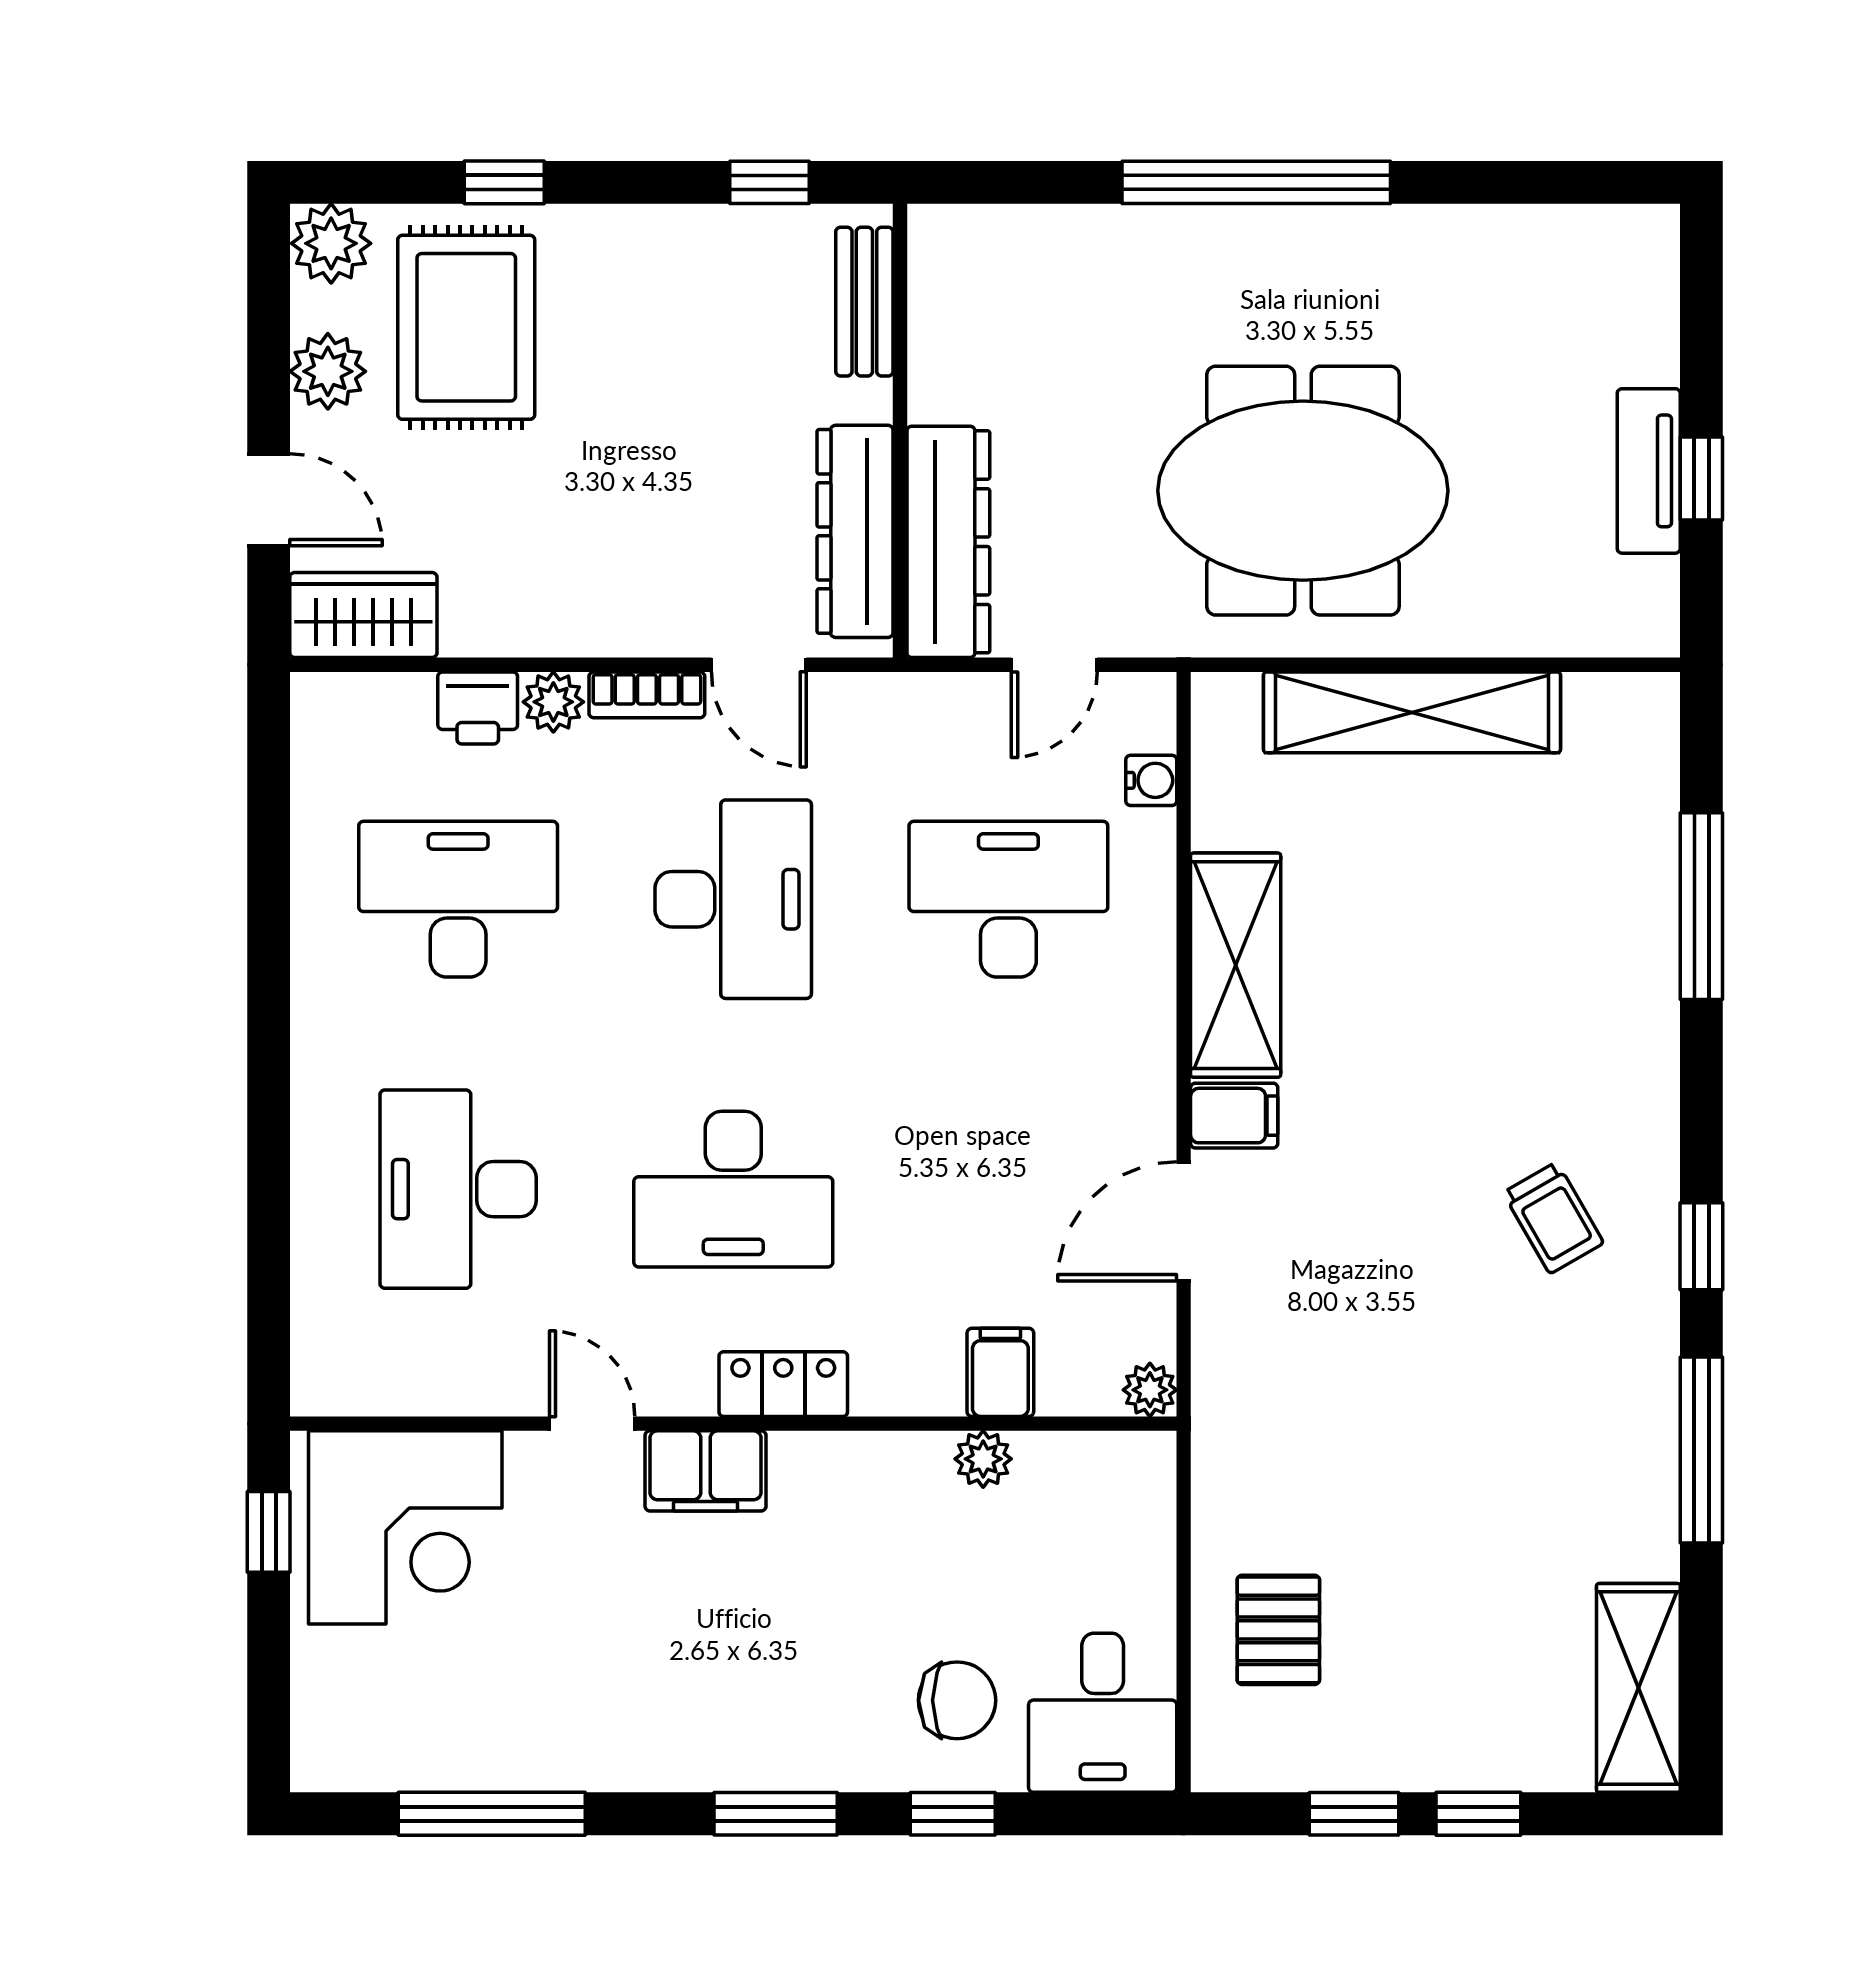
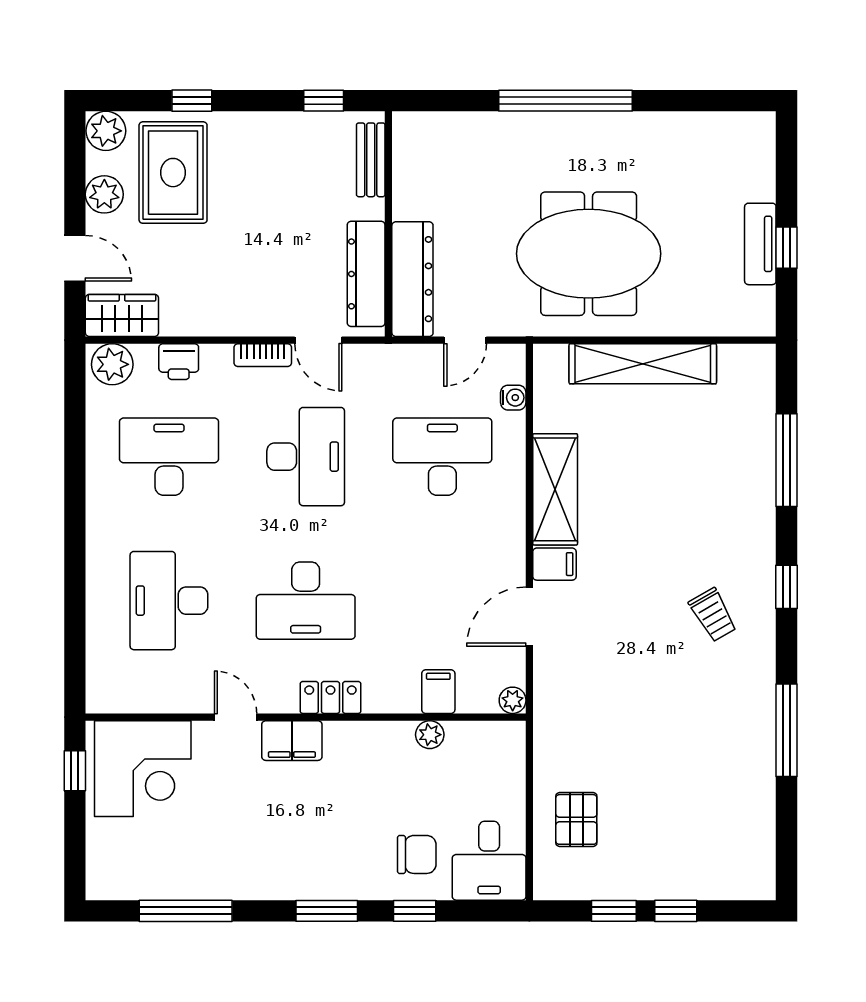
plant: (553, 702) -> (112, 364), moved, width x1.38, depth x1.38
window: (1701, 1246) -> (787, 587), moved
shelving: (1638, 1688) -> (755, 848), removed

